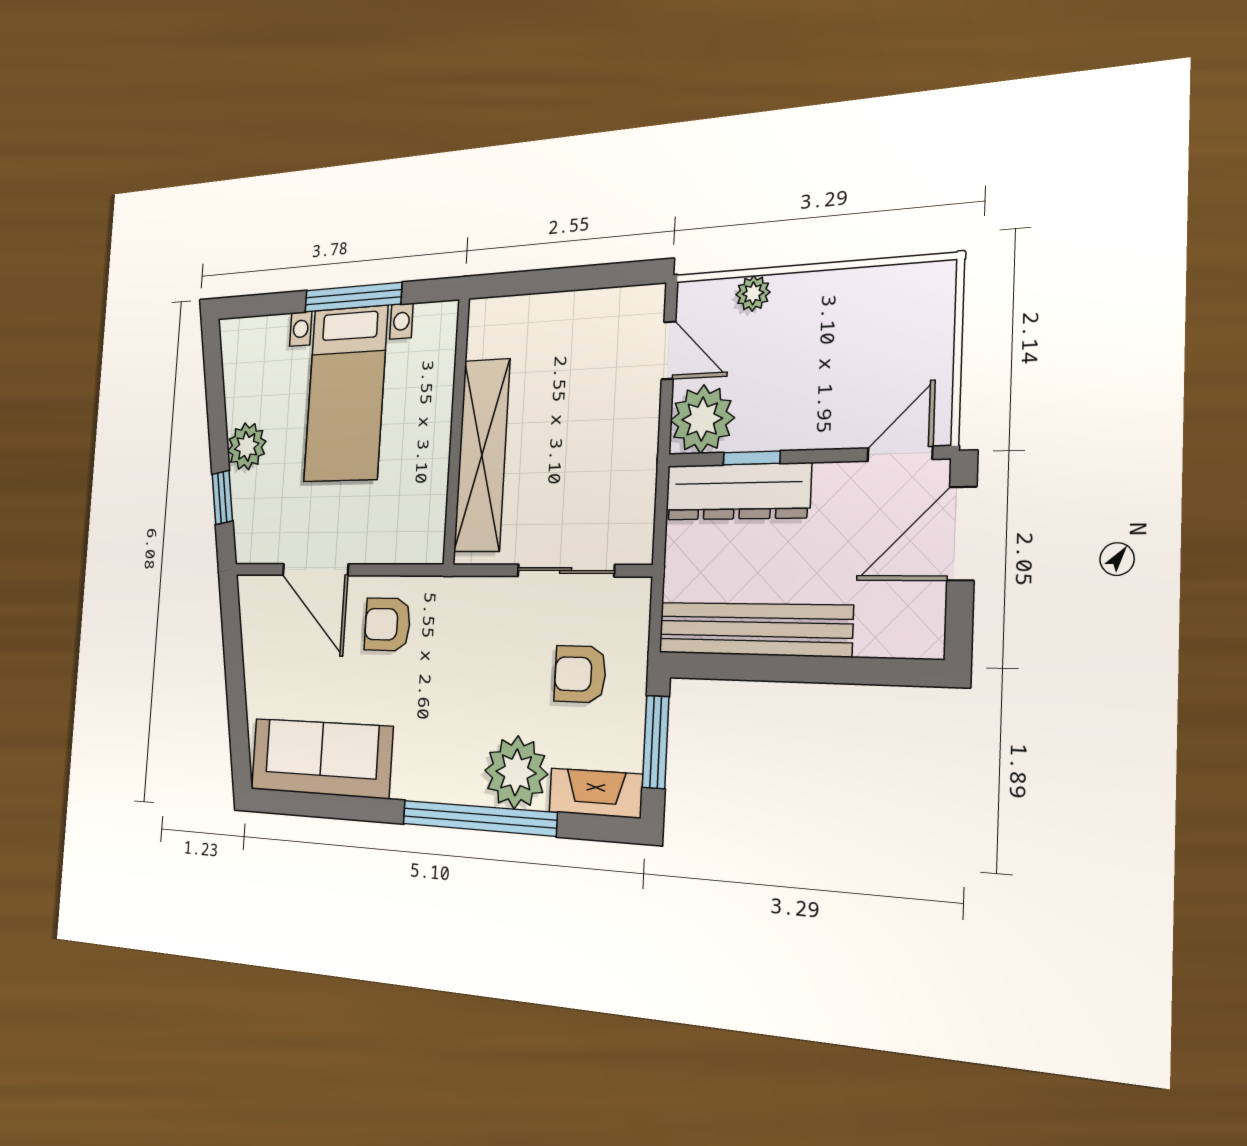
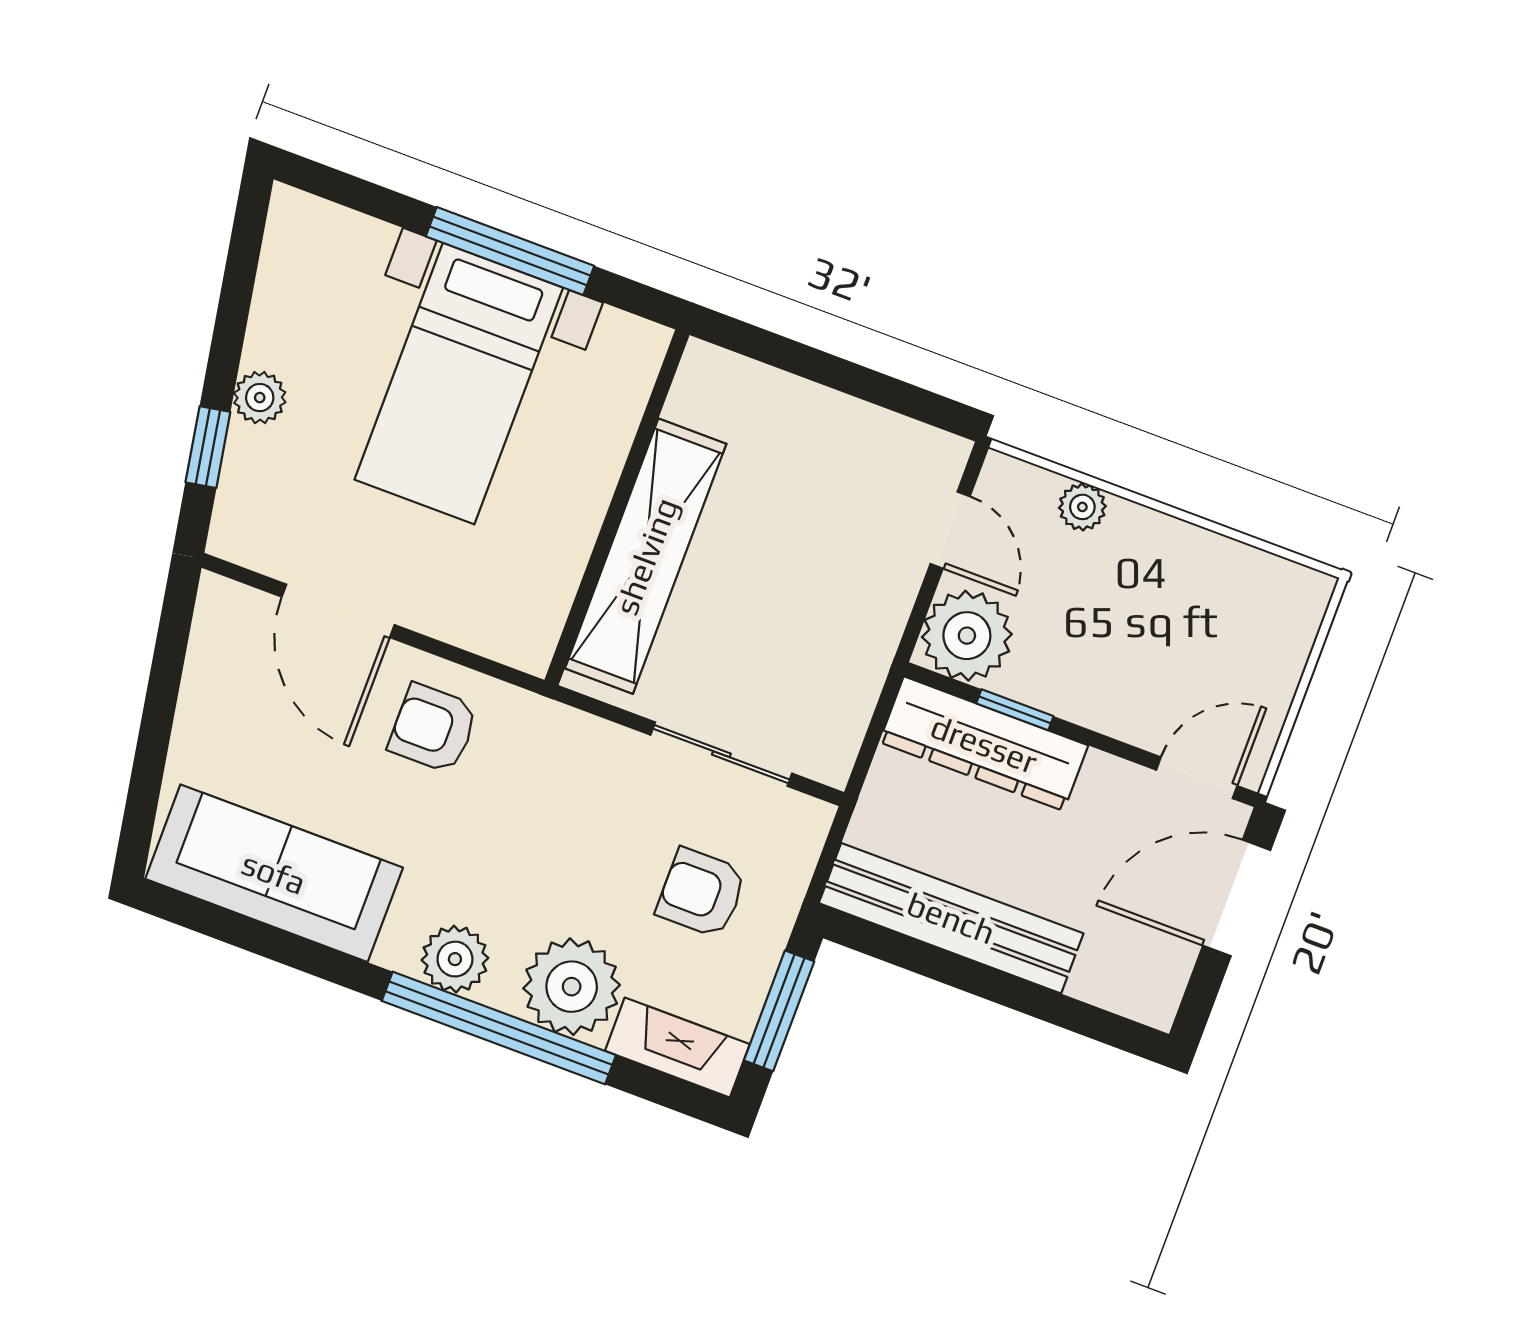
plant: (247, 446) -> (260, 398), width x0.73, depth x0.73
plant: (440, 778) -> (455, 959), added

